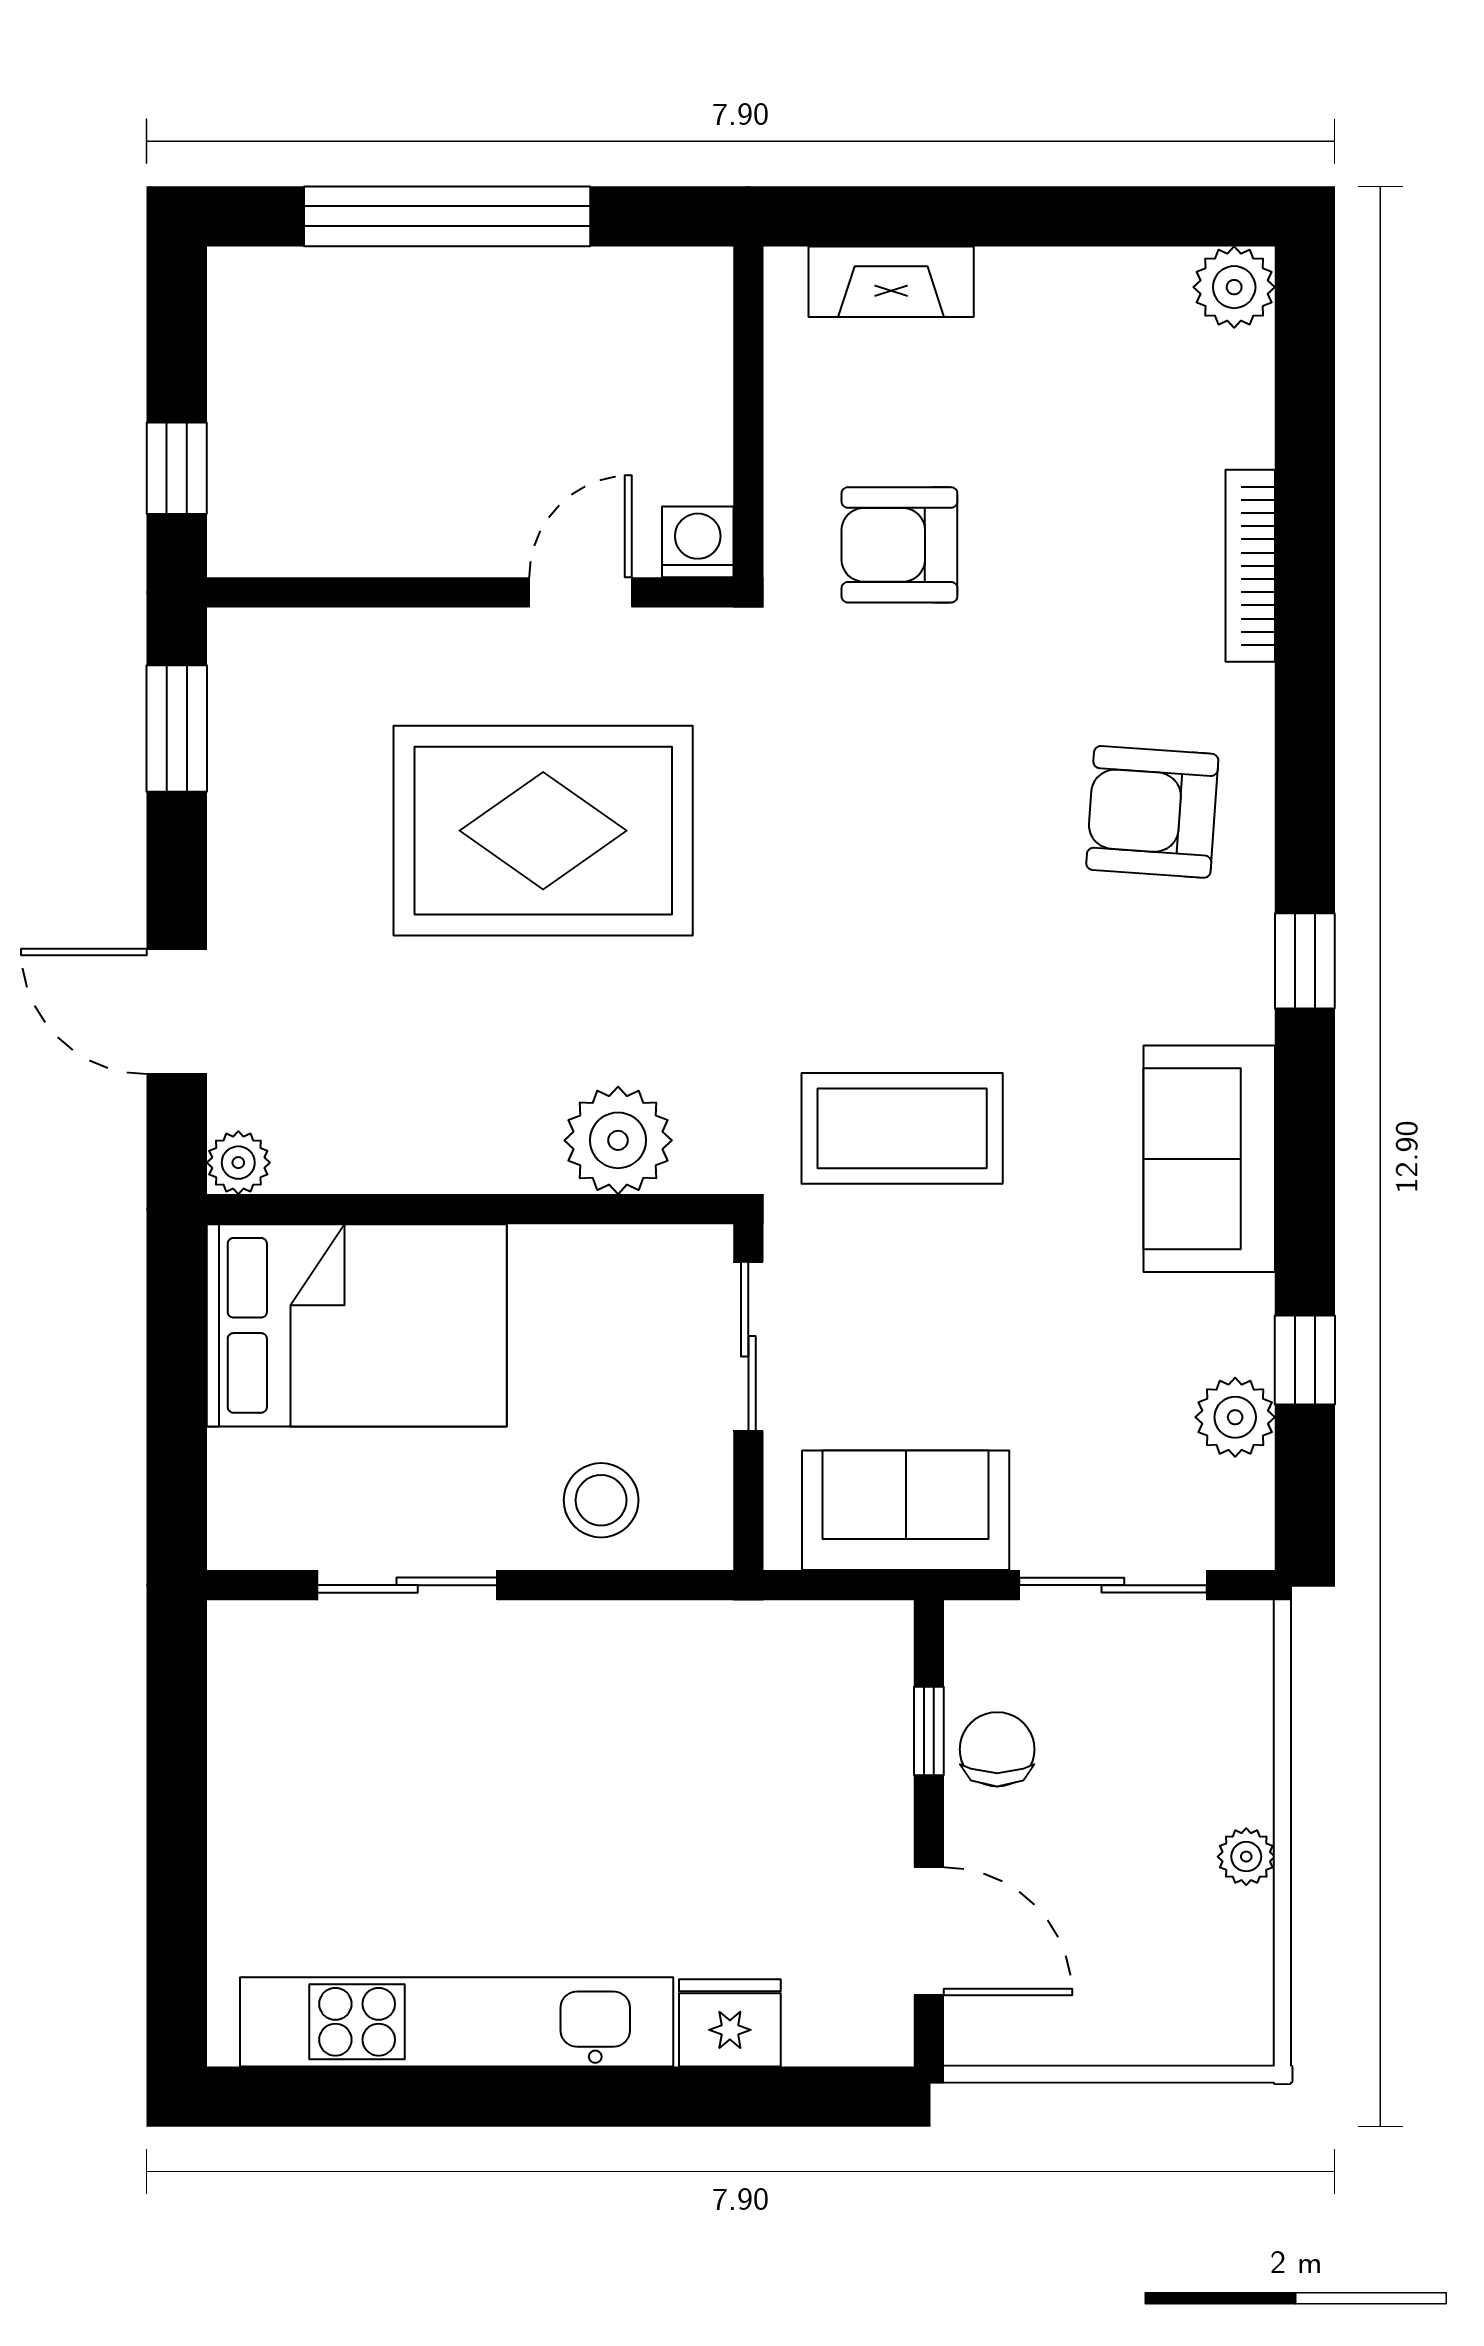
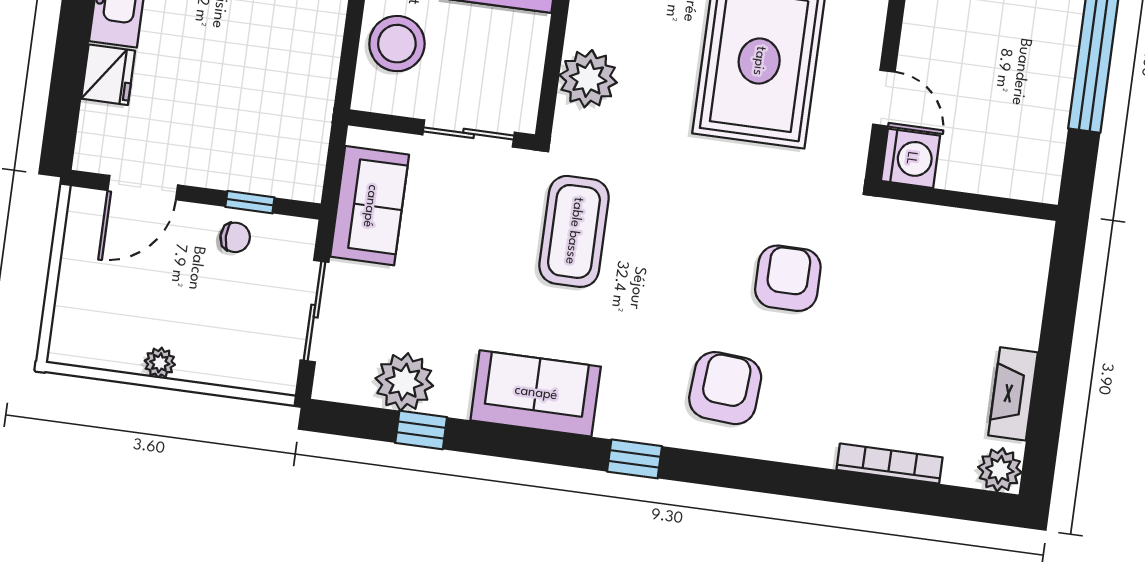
fireplace: (891, 282) -> (1013, 394), moved
washing machine: (698, 542) -> (911, 158), width x1.38, depth x1.38
armchair: (899, 545) -> (788, 278), moved
bookcase: (1250, 566) -> (890, 464), moved
plant: (1235, 1417) -> (404, 382), width x1.36, depth x1.36
stool: (601, 1500) -> (397, 44), width x1.38, depth x1.38
chair: (997, 1749) -> (235, 237), width x0.73, depth x0.73

